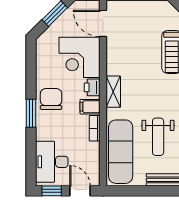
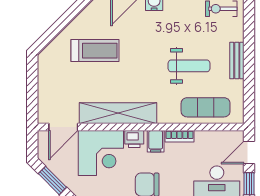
shelving: (113, 92) -> (118, 113), width x2.20, depth x1.33
exercise mat: (121, 152) -> (206, 107), width x0.73, depth x0.69

